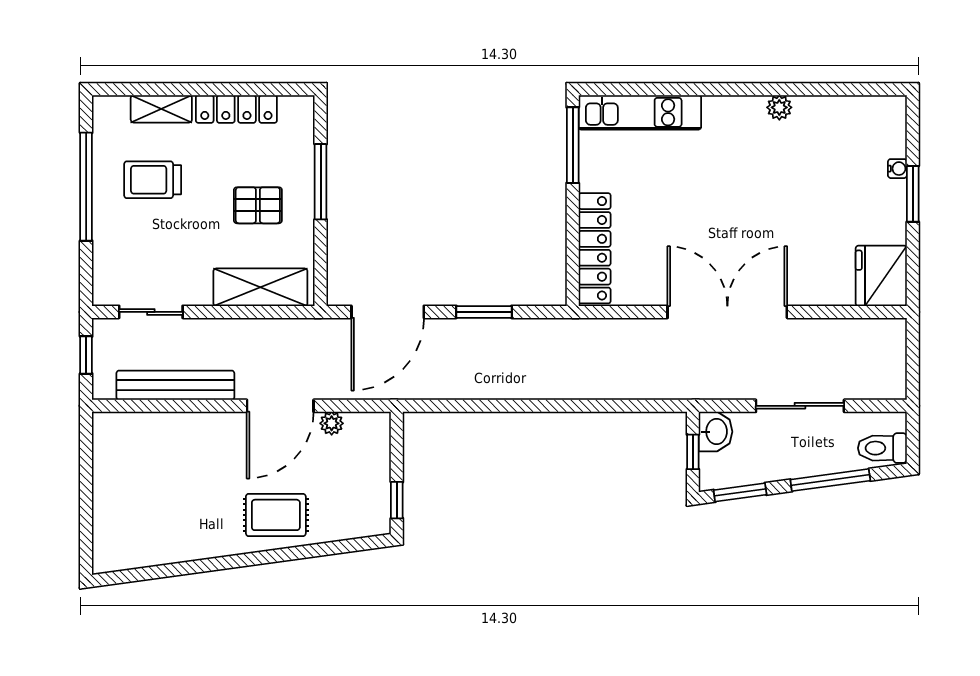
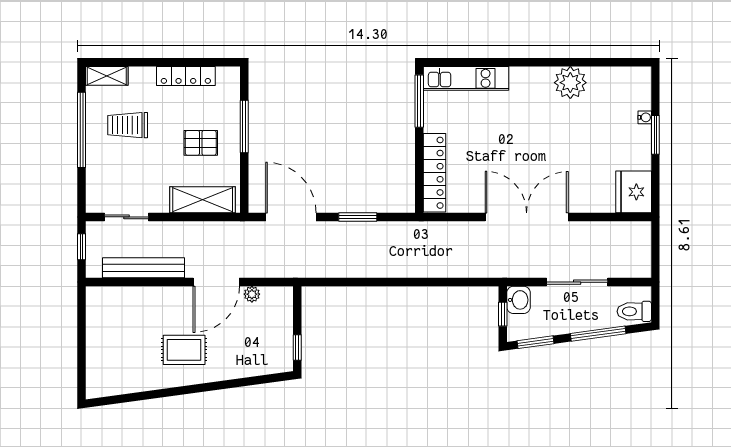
plant: (779, 107) -> (570, 83), width x1.88, depth x1.88
shelving: (161, 109) -> (107, 76), moved
door: (388, 312) -> (291, 217), swing flipped
rug: (276, 515) -> (184, 350), moved

